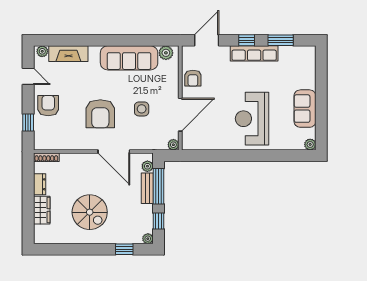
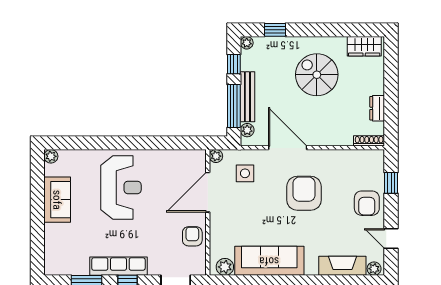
side table: (142, 109) -> (245, 173), moved
bench: (147, 188) -> (247, 97), width x1.36
wardrobe: (42, 210) -> (364, 46), moved, turned -90

